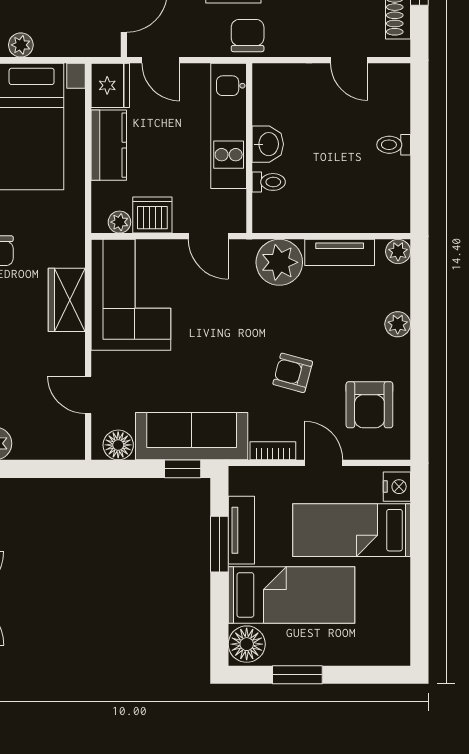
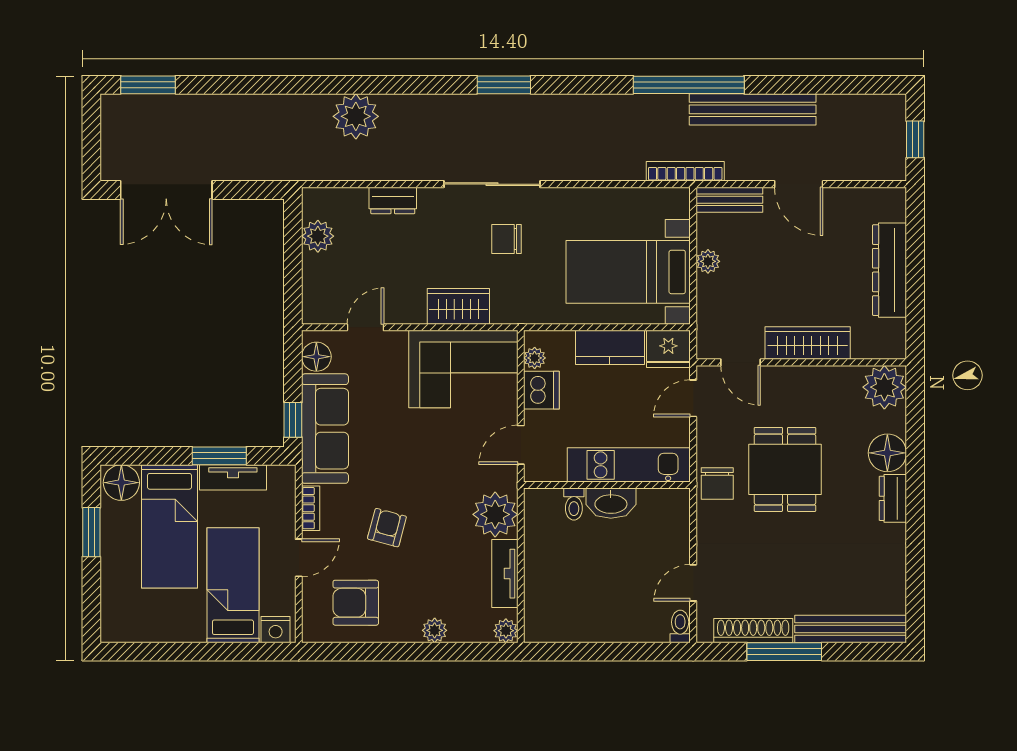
chair: (248, 36) -> (717, 483), turned 90
washbasin: (268, 144) -> (611, 503), width x1.38
toilet: (394, 145) -> (680, 626), moved

